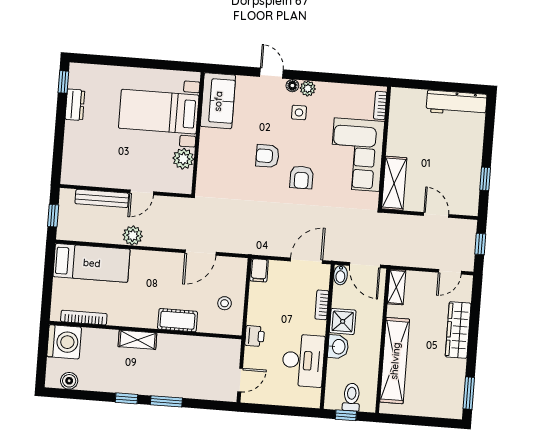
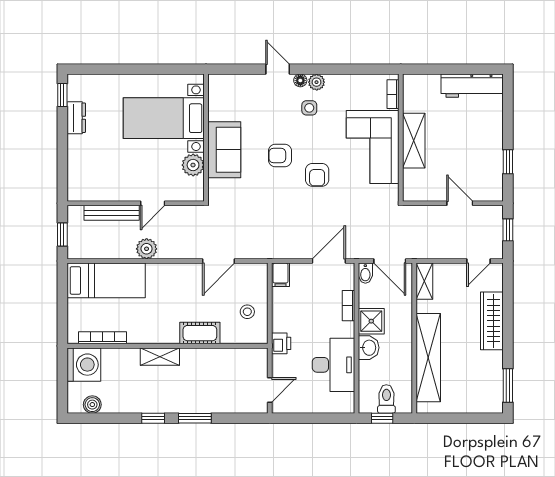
sofa: (218, 101) -> (224, 150), moved
shelving: (394, 183) -> (414, 141), moved

